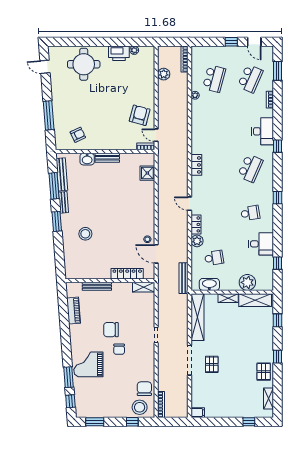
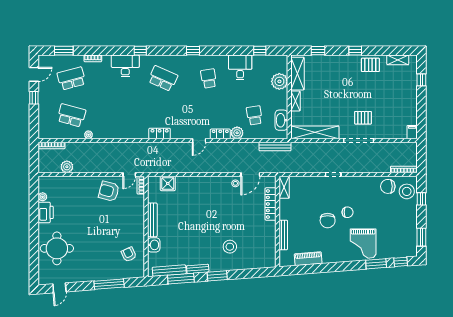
school desk: (250, 79) -> (71, 78), turned -39
bench: (107, 158) -> (152, 220), width x1.36

